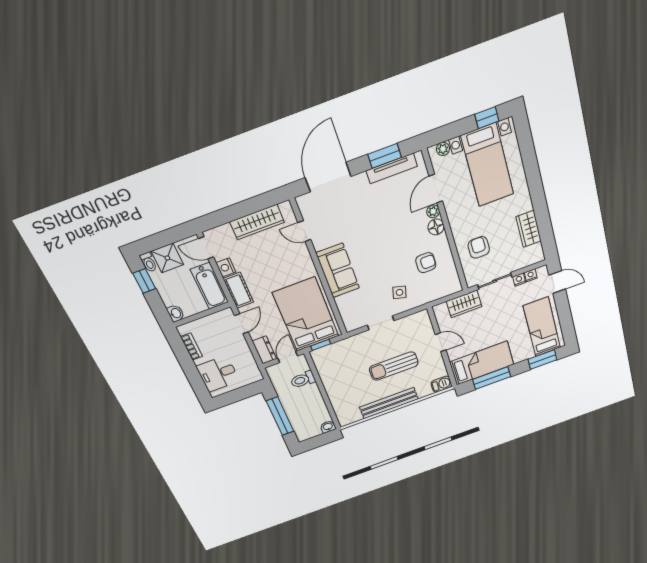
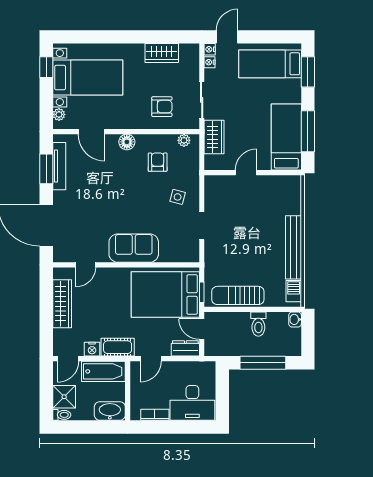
plant: (433, 211) -> (184, 140), moved
armchair: (479, 247) -> (162, 107), turned 180
nightstand: (519, 280) -> (210, 49), moved
window: (144, 281) -> (77, 427), removed
washbasin: (176, 313) -> (110, 411), width x1.91, depth x1.45
door: (241, 324) -> (151, 359), swing flipped
sun lounger: (394, 366) -> (238, 295), moved, turned 90
desk: (218, 374) -> (192, 403), width x1.37
toilet: (303, 380) -> (258, 324), moved
barbecue: (441, 384) -> (294, 291), moved

